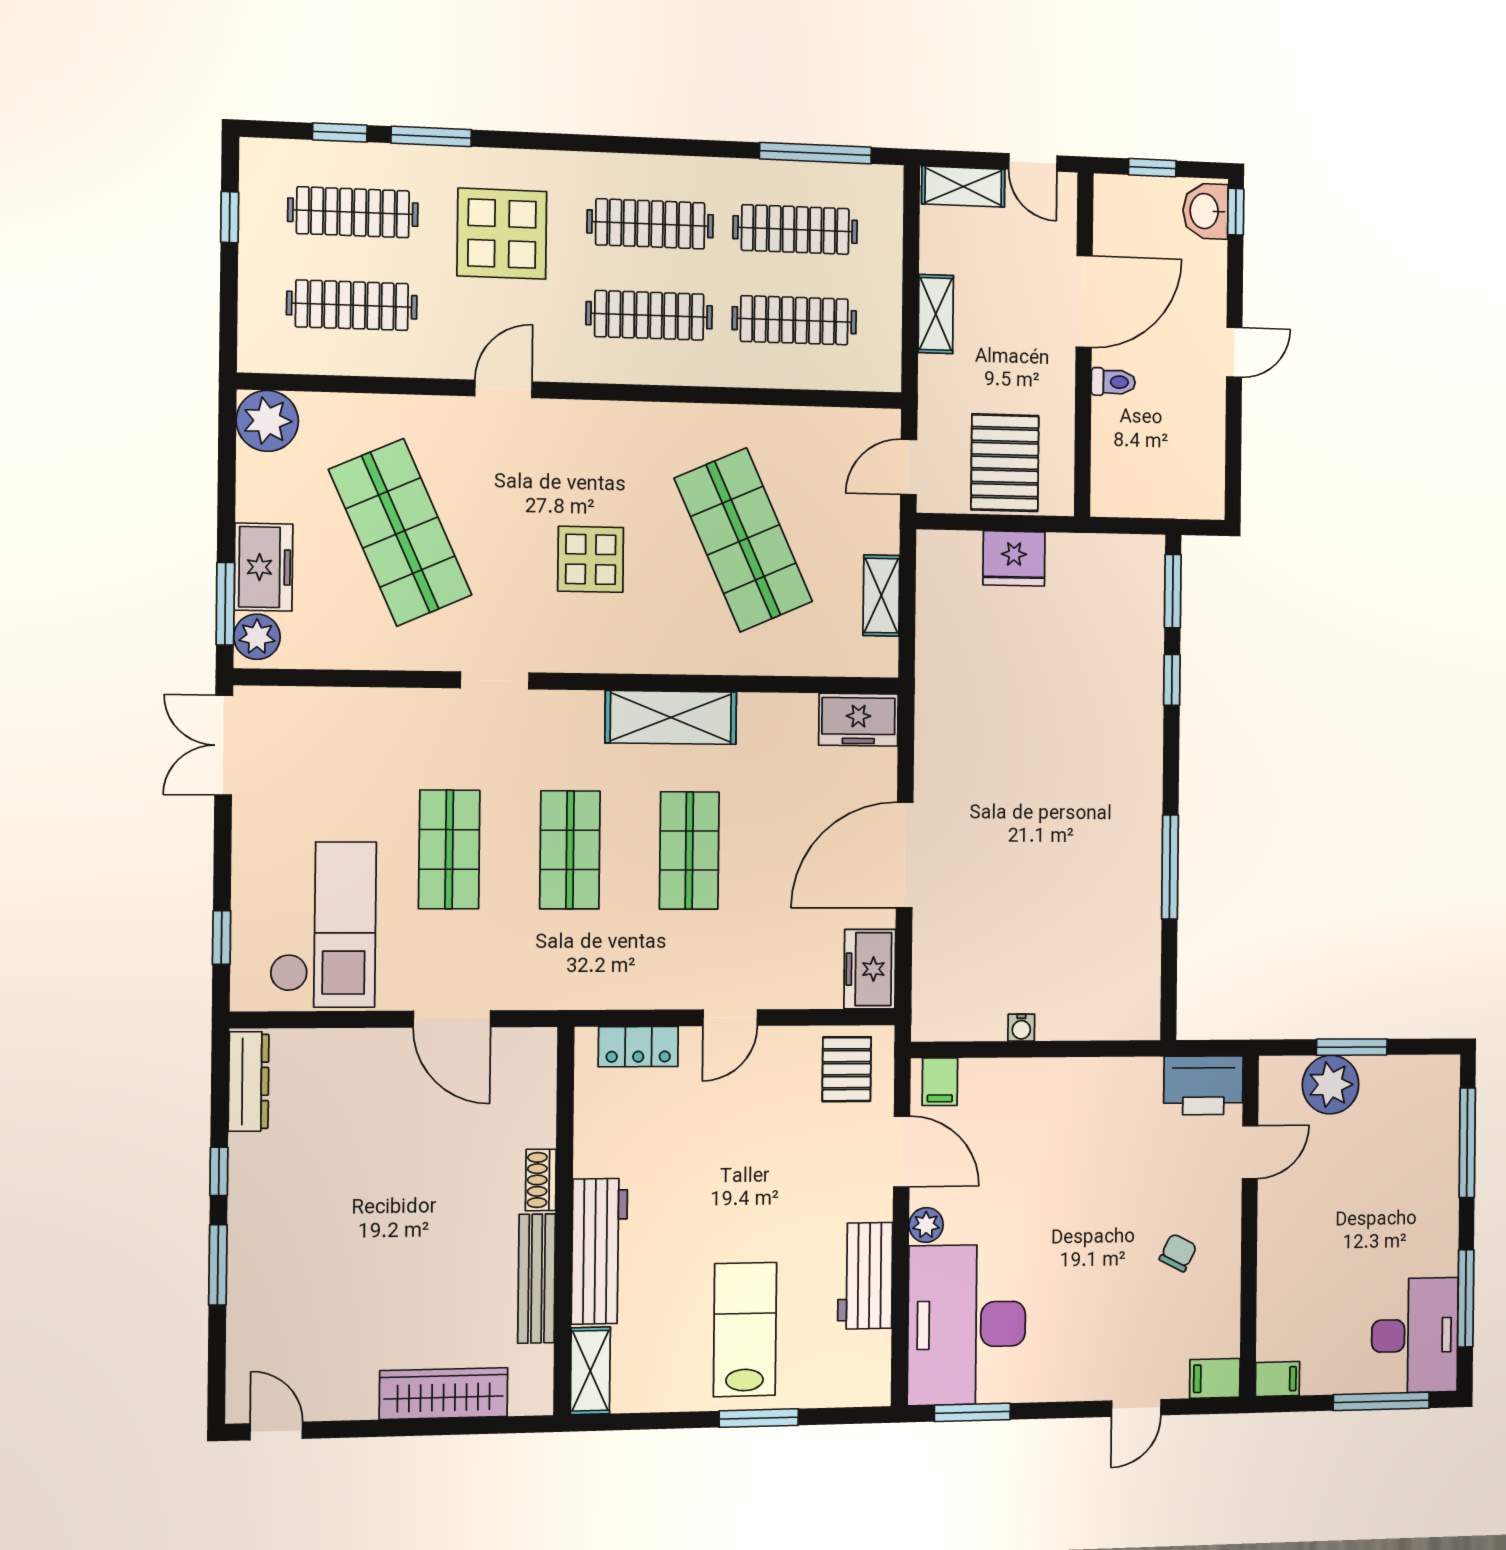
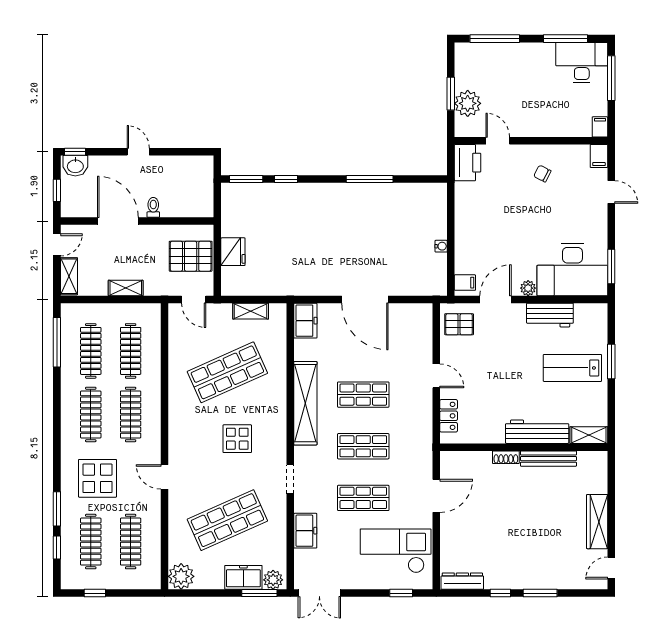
shelving: (671, 717) -> (305, 403), width x1.47
freezer: (870, 969) -> (305, 531), moved, turned -90
wardrobe: (444, 1394) -> (597, 522), moved

